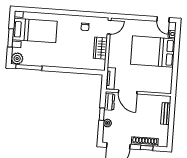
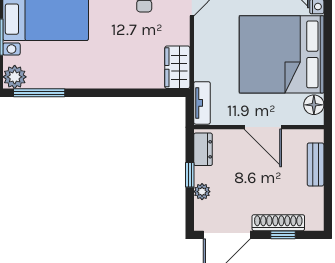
wardrobe: (100, 48) -> (177, 67), moved
bed: (153, 52) -> (282, 54), width x1.36
floor lamp: (167, 83) -> (314, 105), added
door: (128, 92) -> (263, 127), moved

